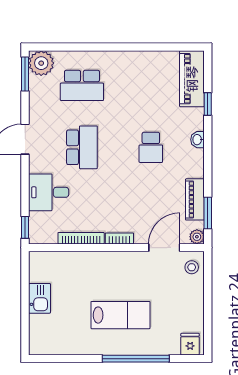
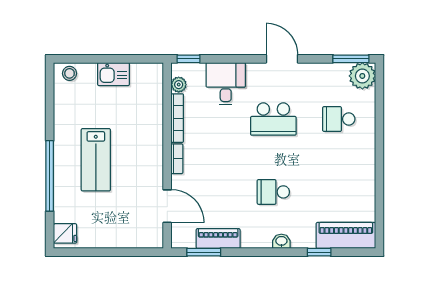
school desk: (82, 85) -> (339, 119), width x0.54
plant: (197, 237) -> (179, 85), moved
stool: (192, 267) -> (70, 73), moved

